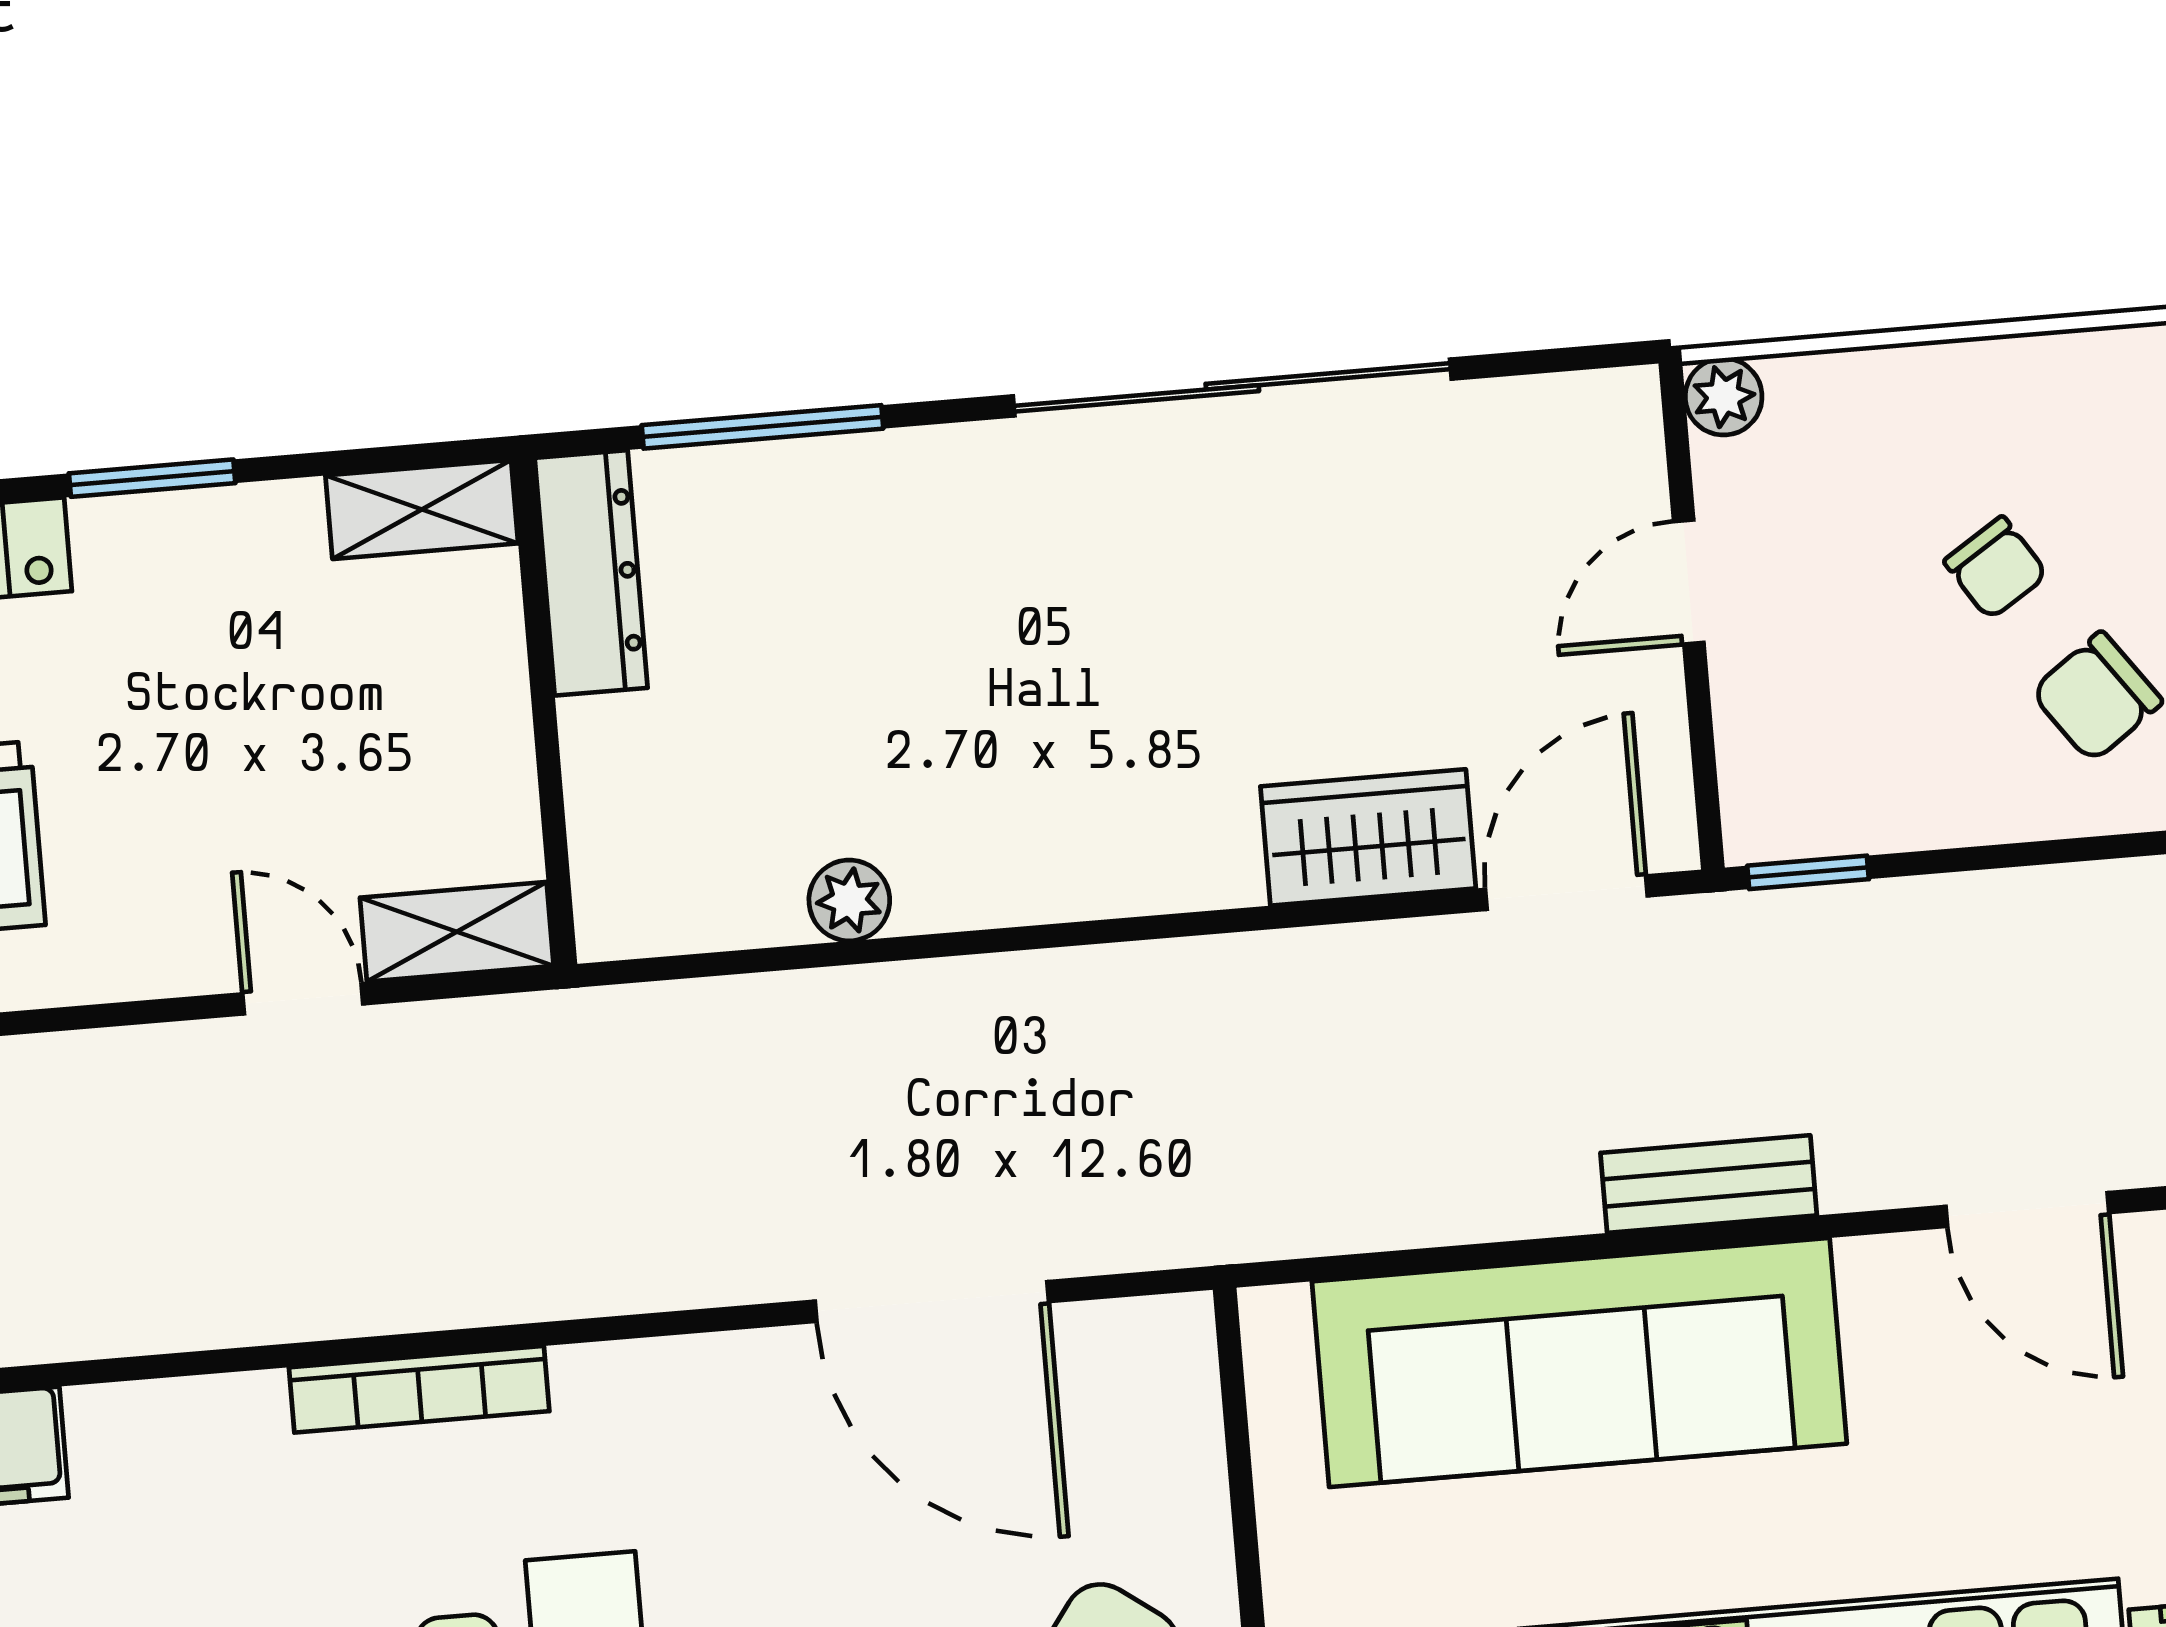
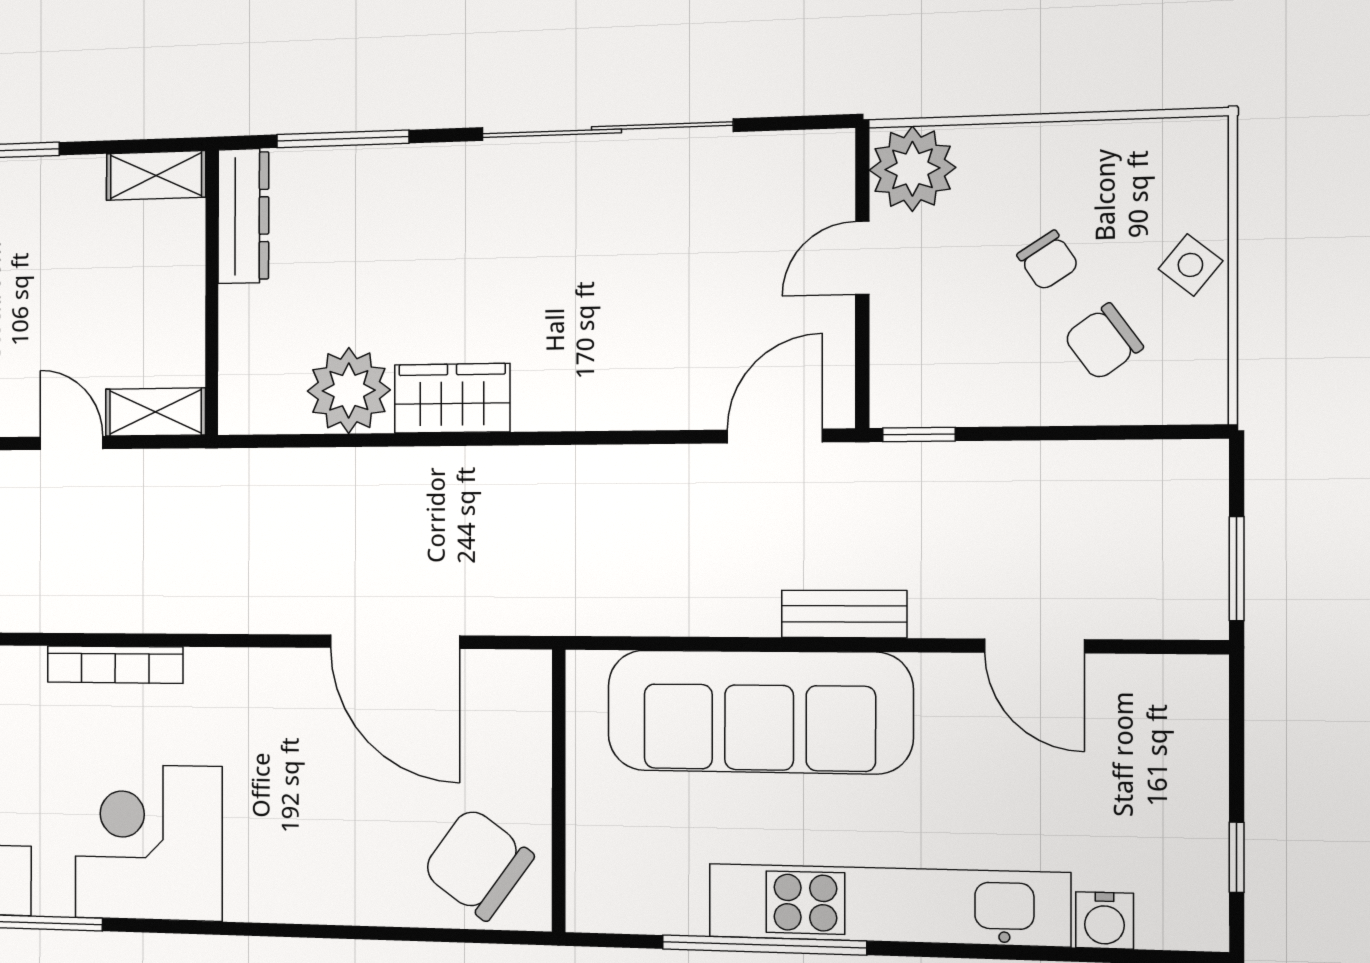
plant: (1724, 397) -> (912, 169), width x1.87, depth x1.87
wardrobe: (1368, 837) -> (452, 398), moved
plant: (849, 900) -> (349, 390), width x1.87, depth x1.87

